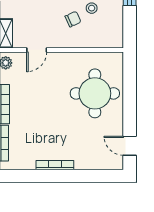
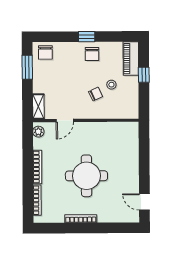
round table: (95, 93) -> (86, 176), moved

